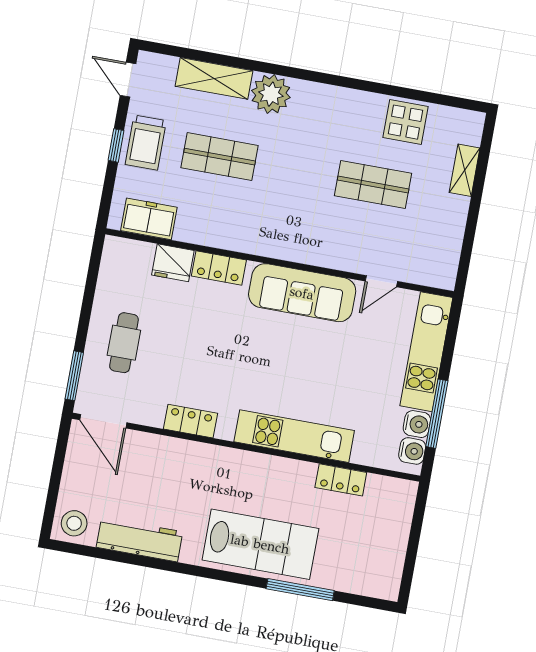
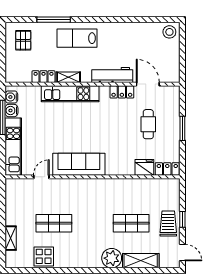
freezer: (149, 219) -> (160, 187), removed
locker: (219, 268) -> (167, 169), moved
cafe table: (124, 343) -> (148, 124), moved
window: (74, 376) -> (182, 128), moved
door: (103, 421) -> (148, 84), moved
shelving: (291, 470) -> (68, 77), added
workbench: (140, 539) -> (112, 75), moved, turned 180
lab bench: (260, 544) -> (77, 38), width x0.73, depth x0.72
pallet: (368, 560) -> (23, 40), added

